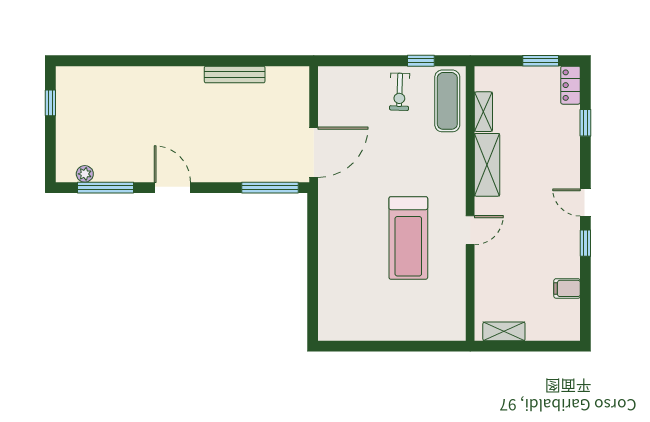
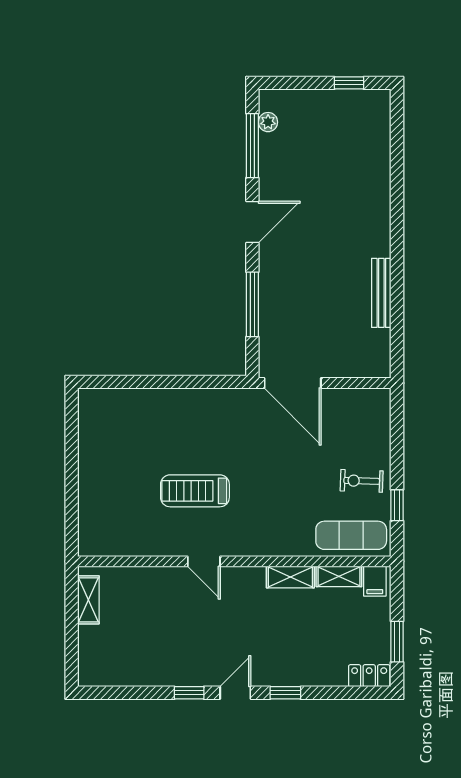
window: (585, 123) -> (285, 693), moved
shelving: (487, 165) -> (290, 577), width x0.67, depth x0.75
window: (270, 188) -> (252, 304), moved
treadmill: (408, 238) -> (195, 491), width x0.73, depth x0.73
filing cabinet: (567, 288) -> (375, 581), moved, turned 180

